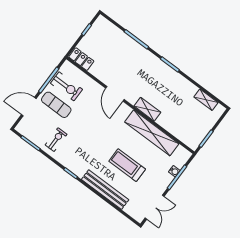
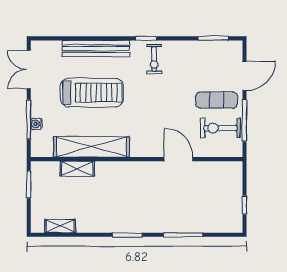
locker: (81, 59) -> (226, 169), removed
door: (115, 94) -> (178, 159), moved
shelving: (147, 109) -> (77, 169), moved
exercise bike: (56, 140) -> (154, 59), moved
treadmill: (127, 165) -> (92, 93), width x1.37, depth x1.38

